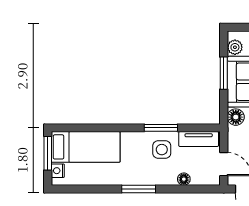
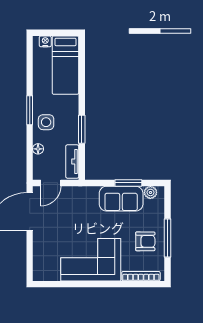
floor lamp: (236, 117) -> (91, 193), removed
side table: (162, 150) -> (46, 122), moved
window: (48, 153) -> (60, 33), removed

